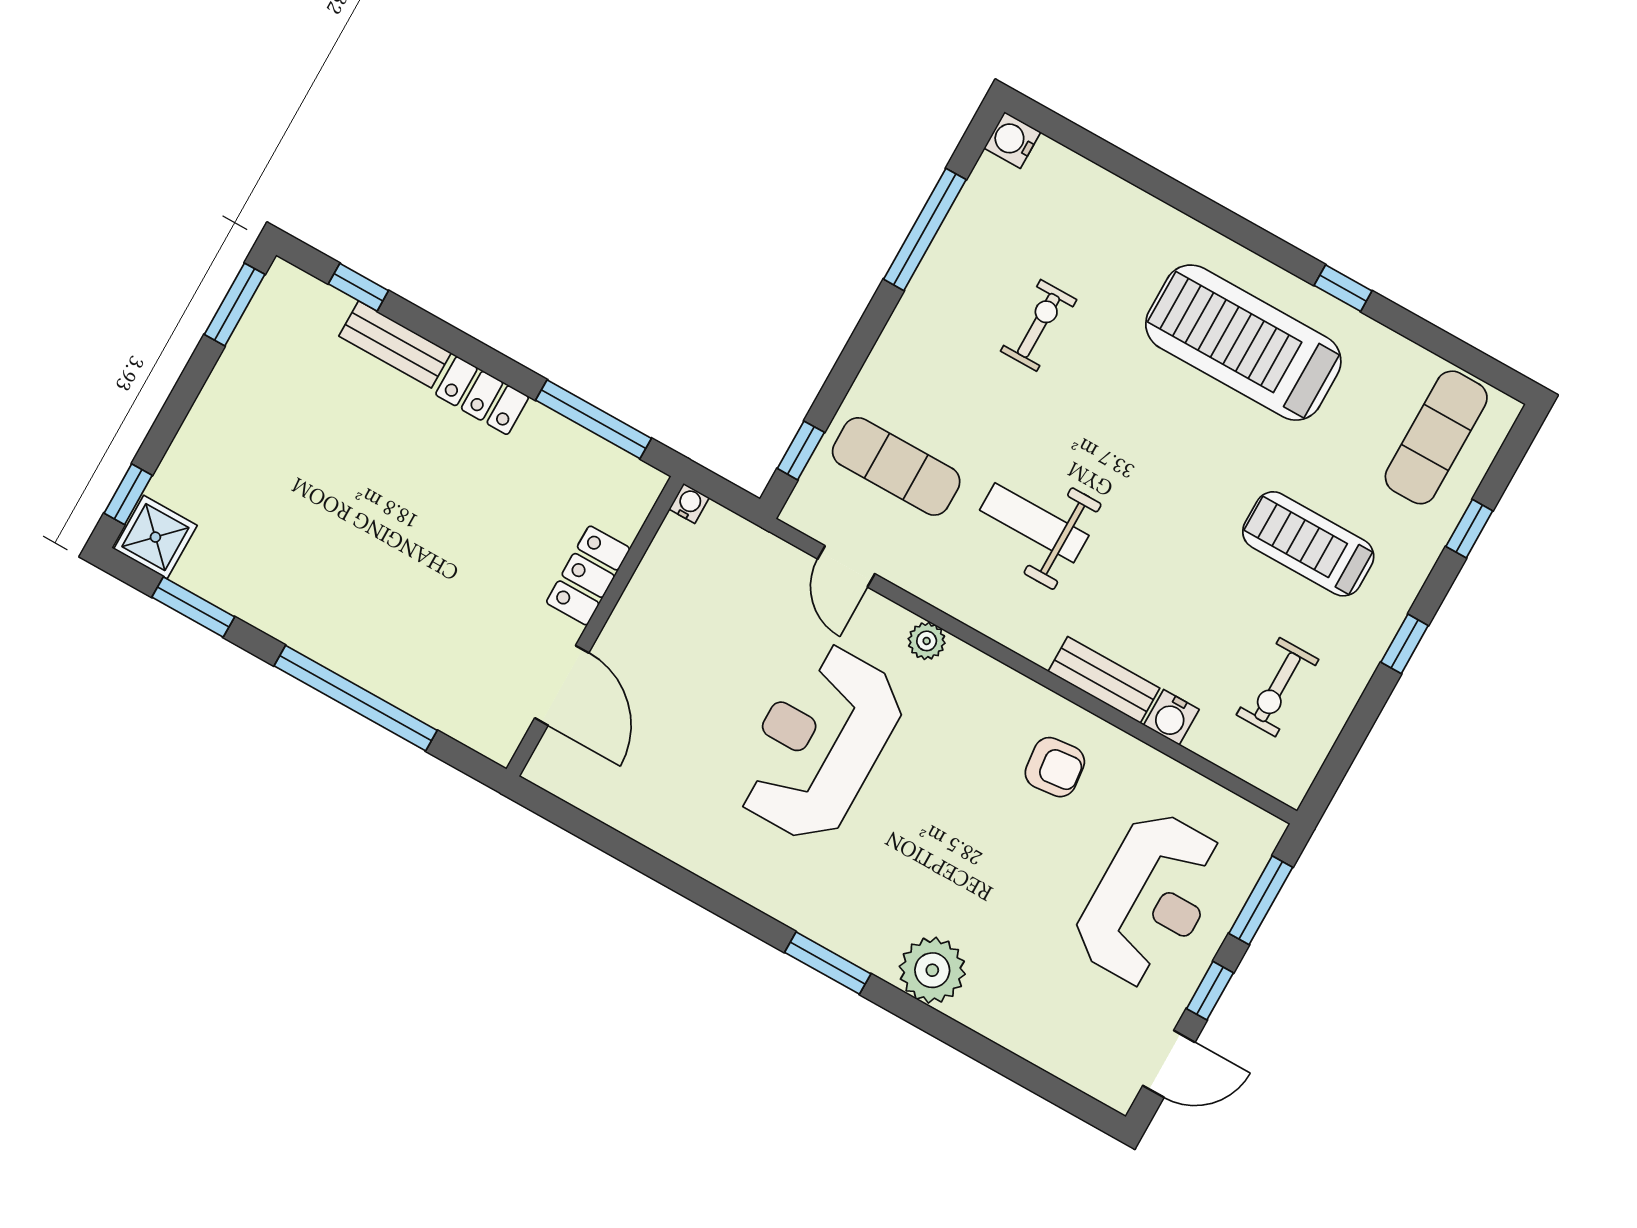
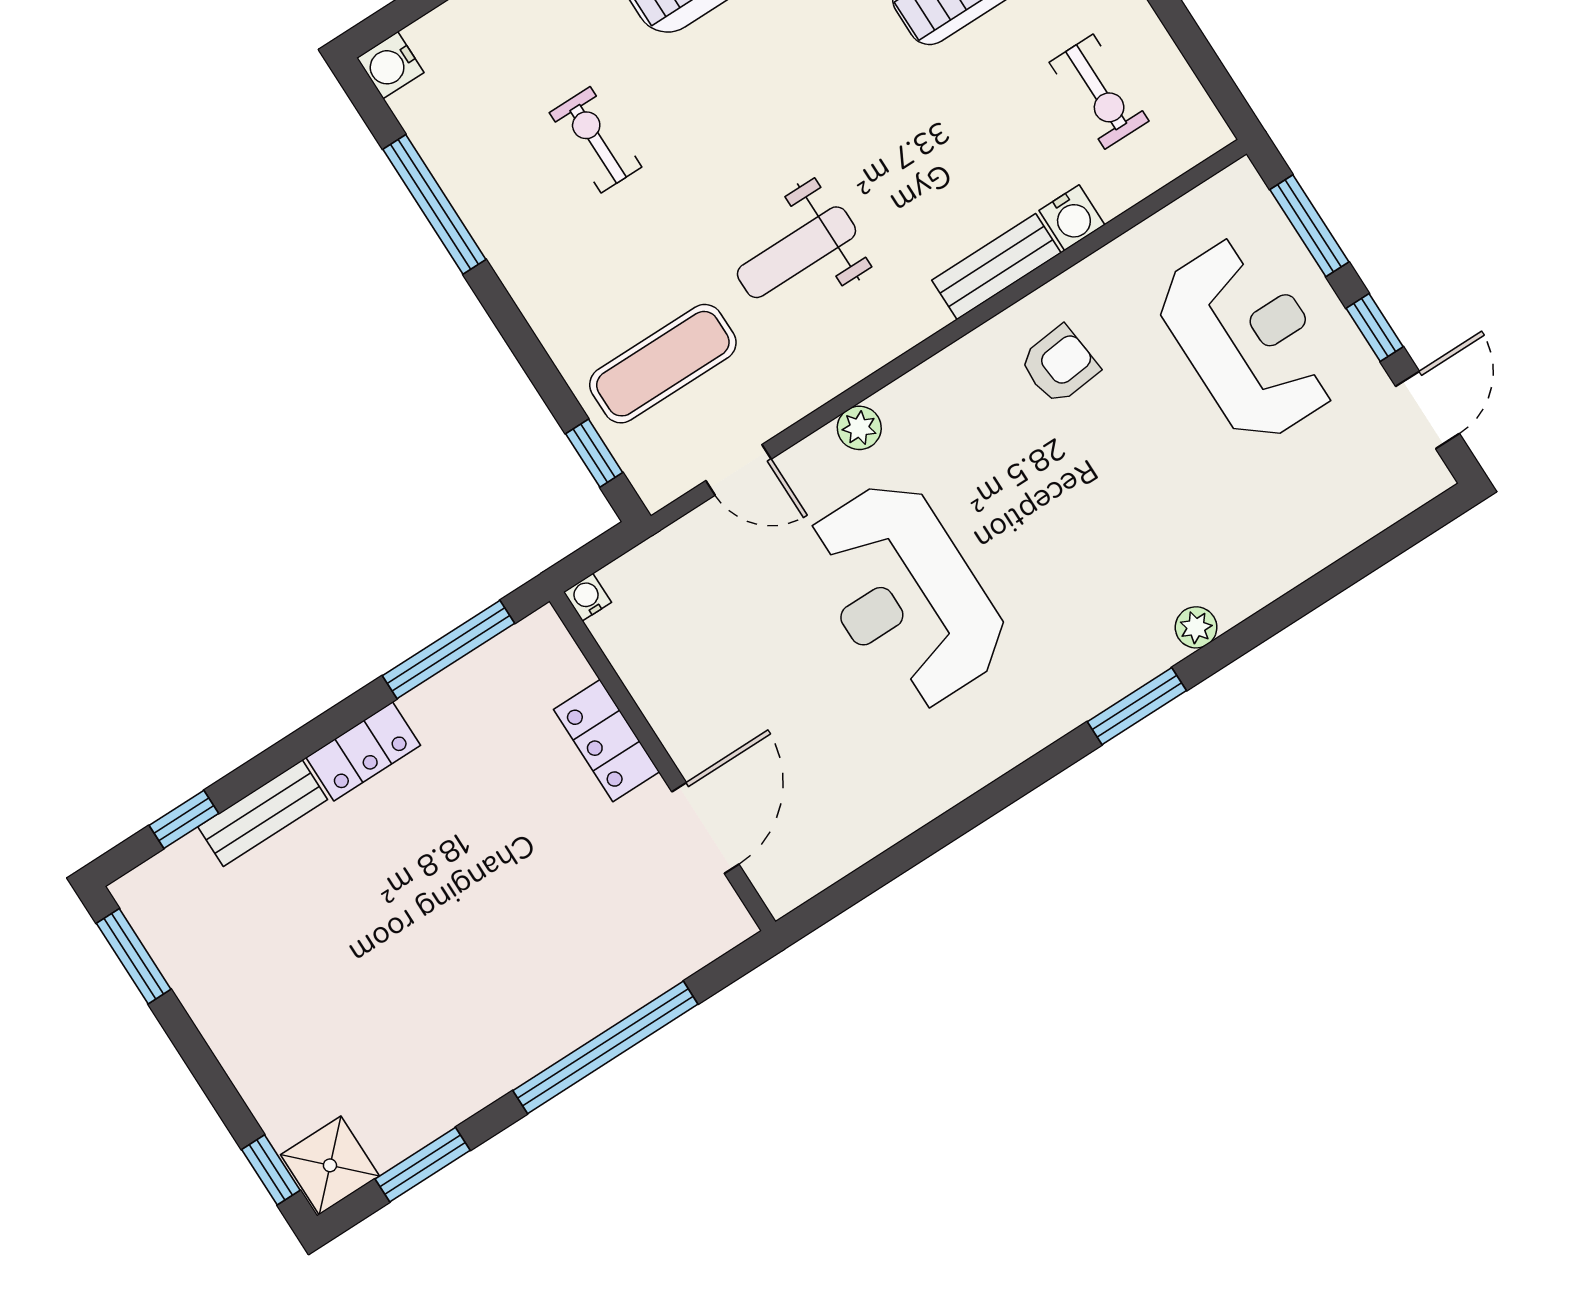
door: (562, 685) -> (705, 828), hinge flipped
plant: (932, 970) -> (1196, 627), width x0.53, depth x0.53

